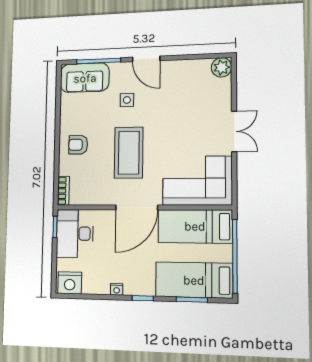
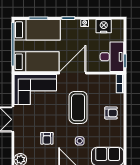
armchair: (179, 103) -> (47, 138), added
nightstand: (70, 283) -> (104, 26), moved

